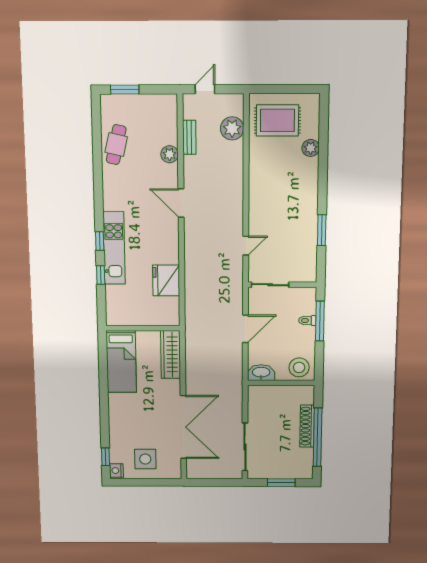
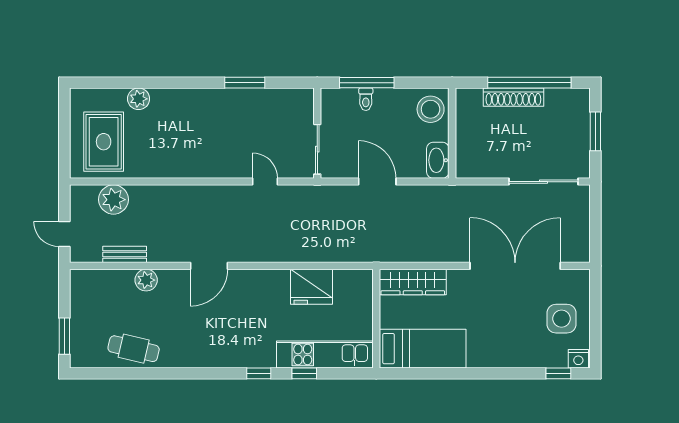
kitchen unit: (114, 248) -> (325, 355), moved

